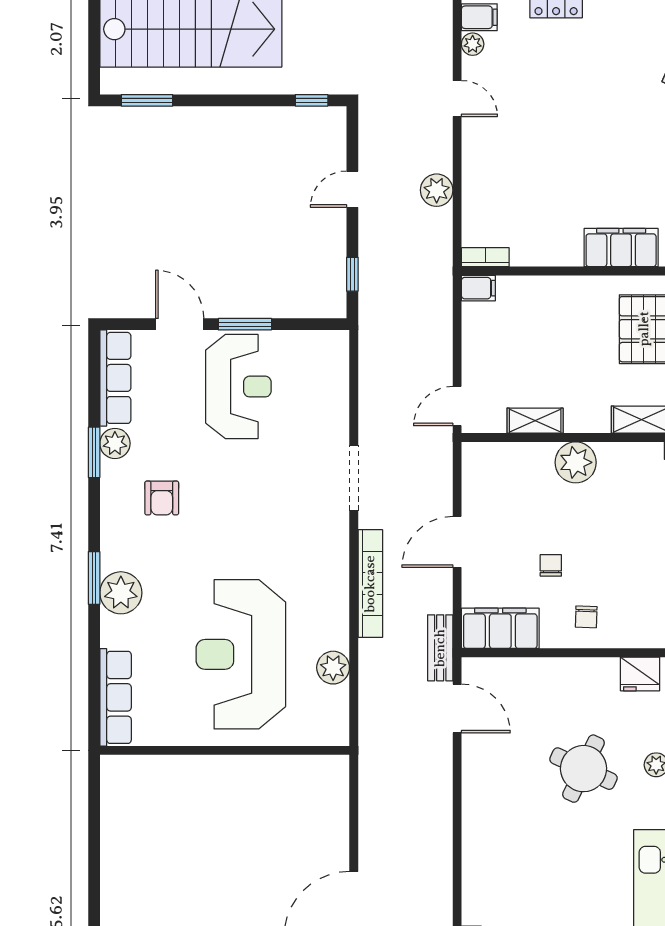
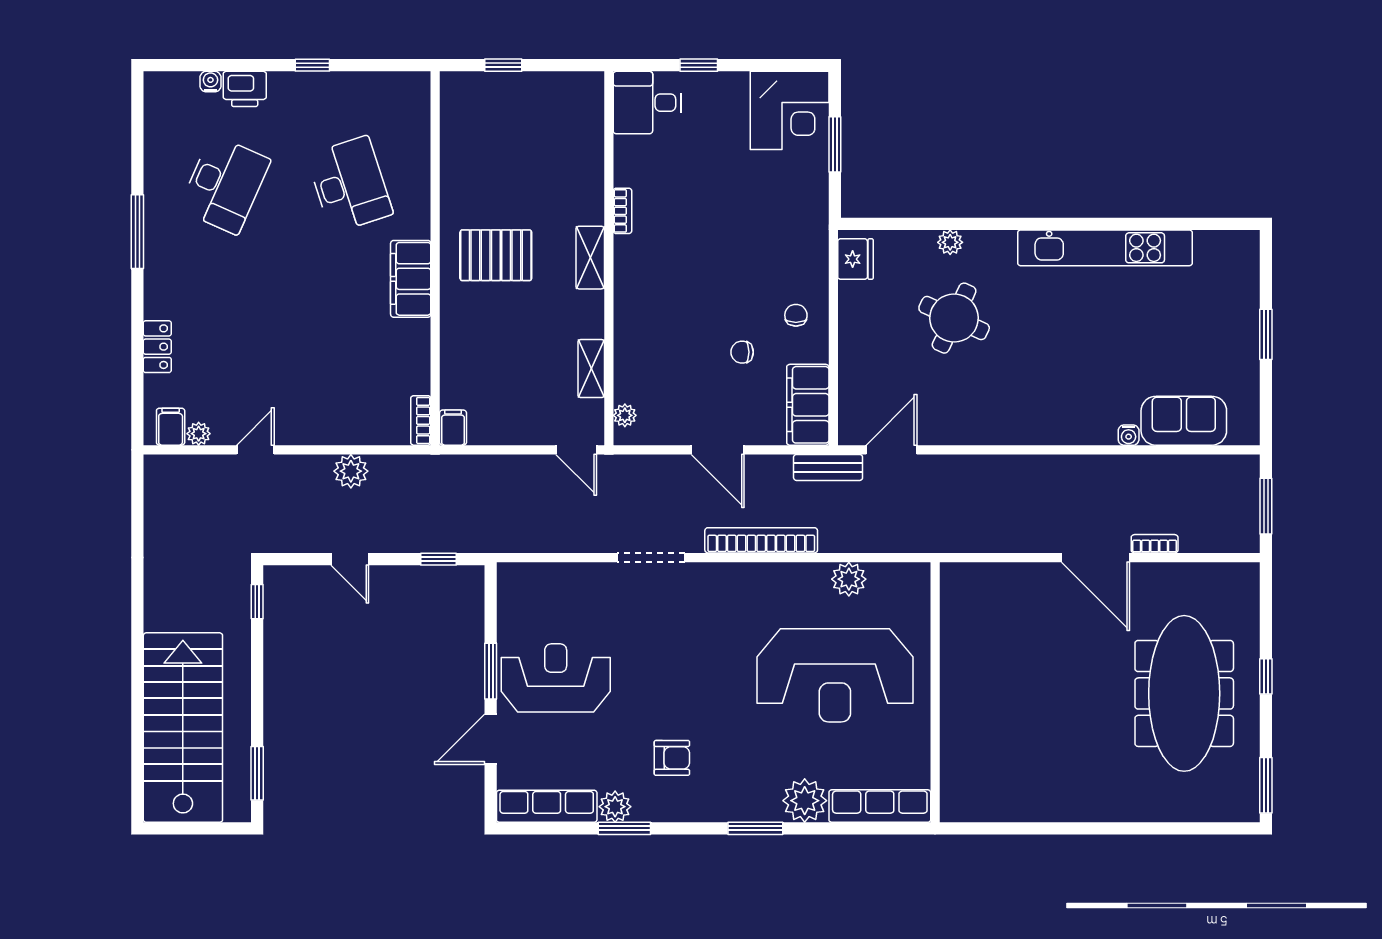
plant: (576, 462) -> (625, 415), moved, width x0.53, depth x0.53
plant: (121, 593) -> (805, 801), moved
chair: (586, 617) -> (796, 315), turned -92

